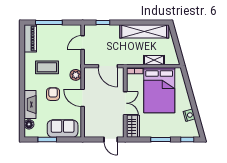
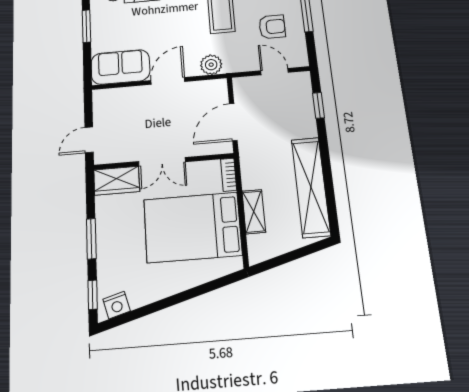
armchair: (53, 94) -> (272, 27), moved
nightstand: (189, 115) -> (117, 305), moved
sofa: (63, 129) -> (120, 67), moved, turned -90

